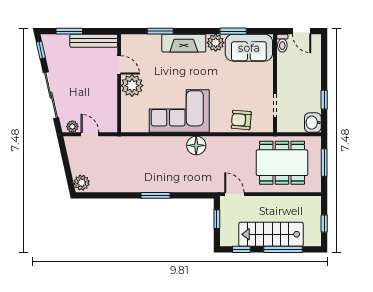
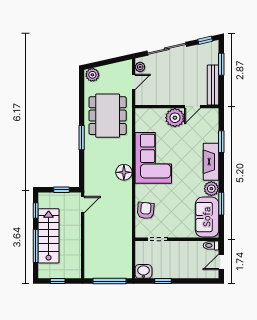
window: (324, 162) -> (110, 281), width x1.44
dining table: (282, 163) -> (108, 116), moved

